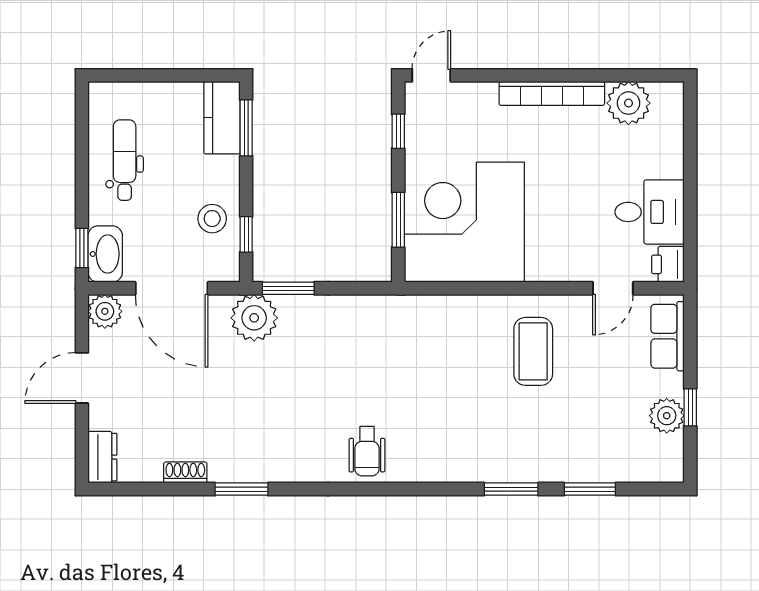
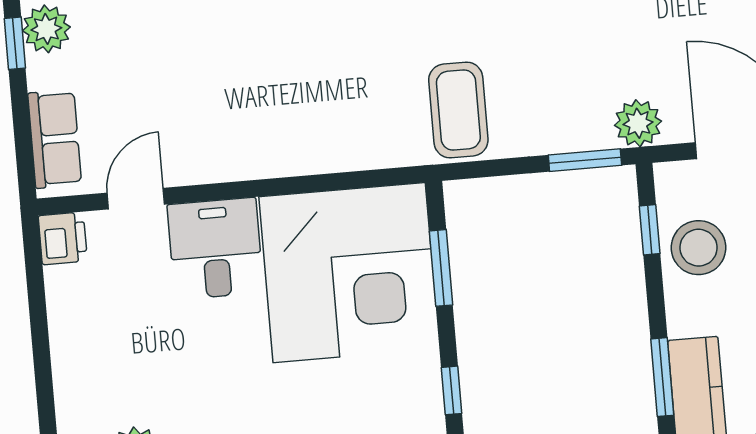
desk: (650, 212) -> (215, 249), moved, turned 90
stool: (212, 219) -> (699, 248), width x1.38, depth x1.38
plant: (254, 318) -> (638, 123), width x0.73, depth x0.73
coffee table: (533, 351) -> (458, 110), moved

